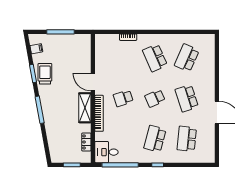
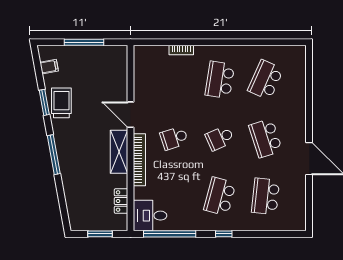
school desk: (155, 58) -> (220, 80), turned 33

